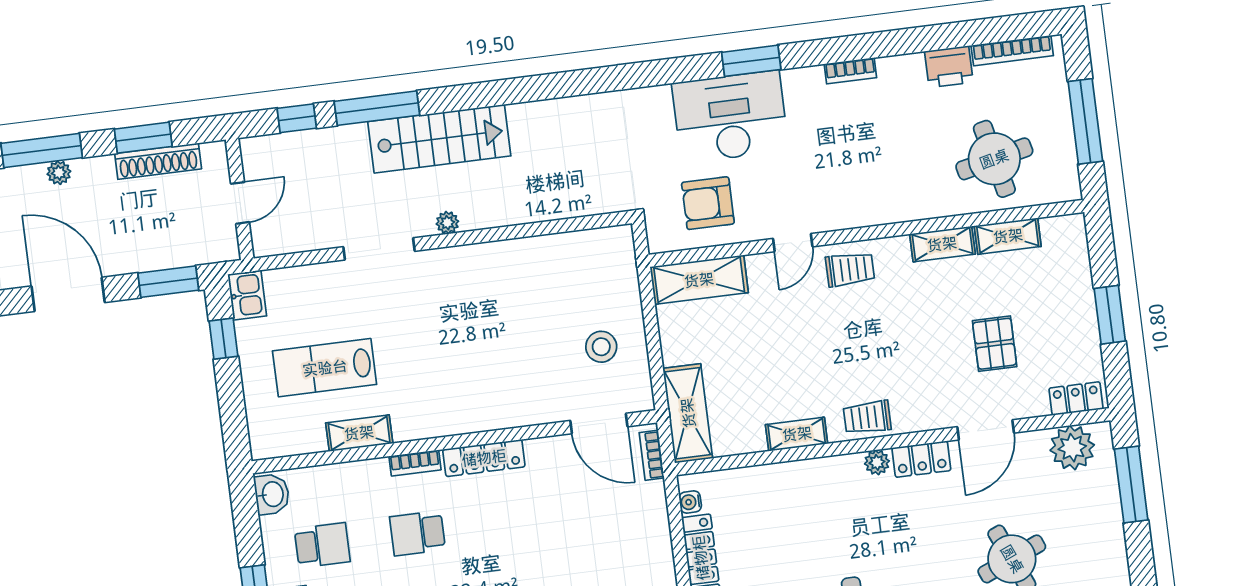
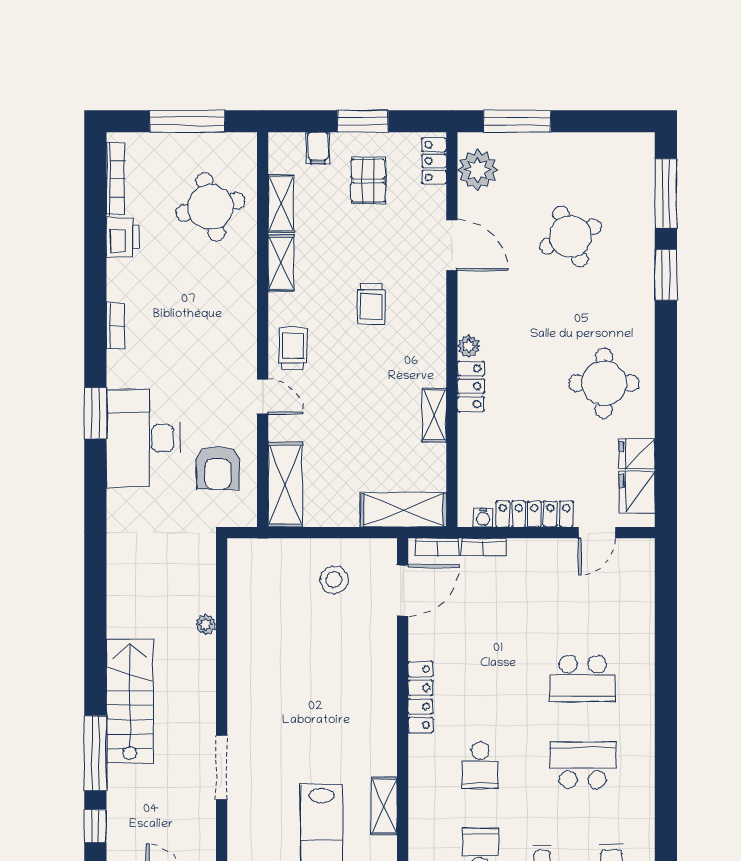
plant: (447, 223) -> (206, 625), moved
filing cabinet: (1074, 269) -> (318, 148), added
pallet: (995, 344) -> (368, 181), moved, turned 90
trolley: (867, 417) -> (371, 304), moved
locker: (921, 459) -> (471, 386), moved
bookcase: (415, 463) -> (483, 547), moved, turned 90

